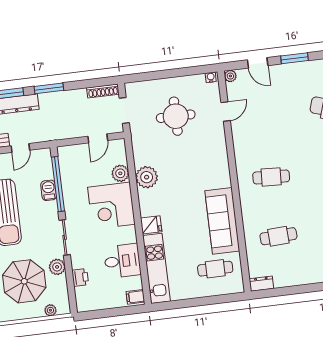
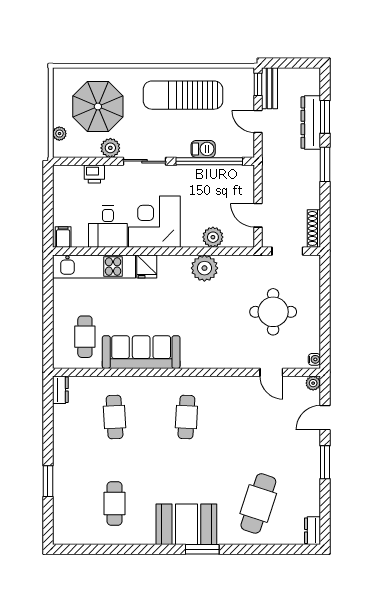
corner desk: (111, 206) -> (154, 222), moved

